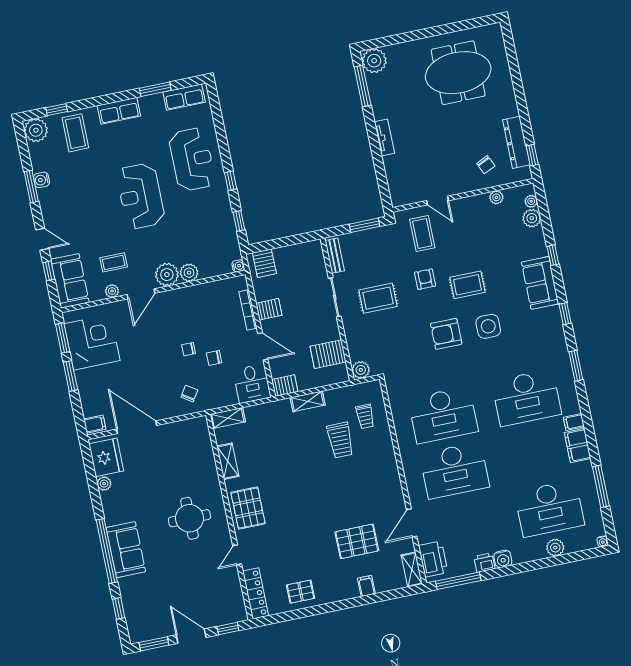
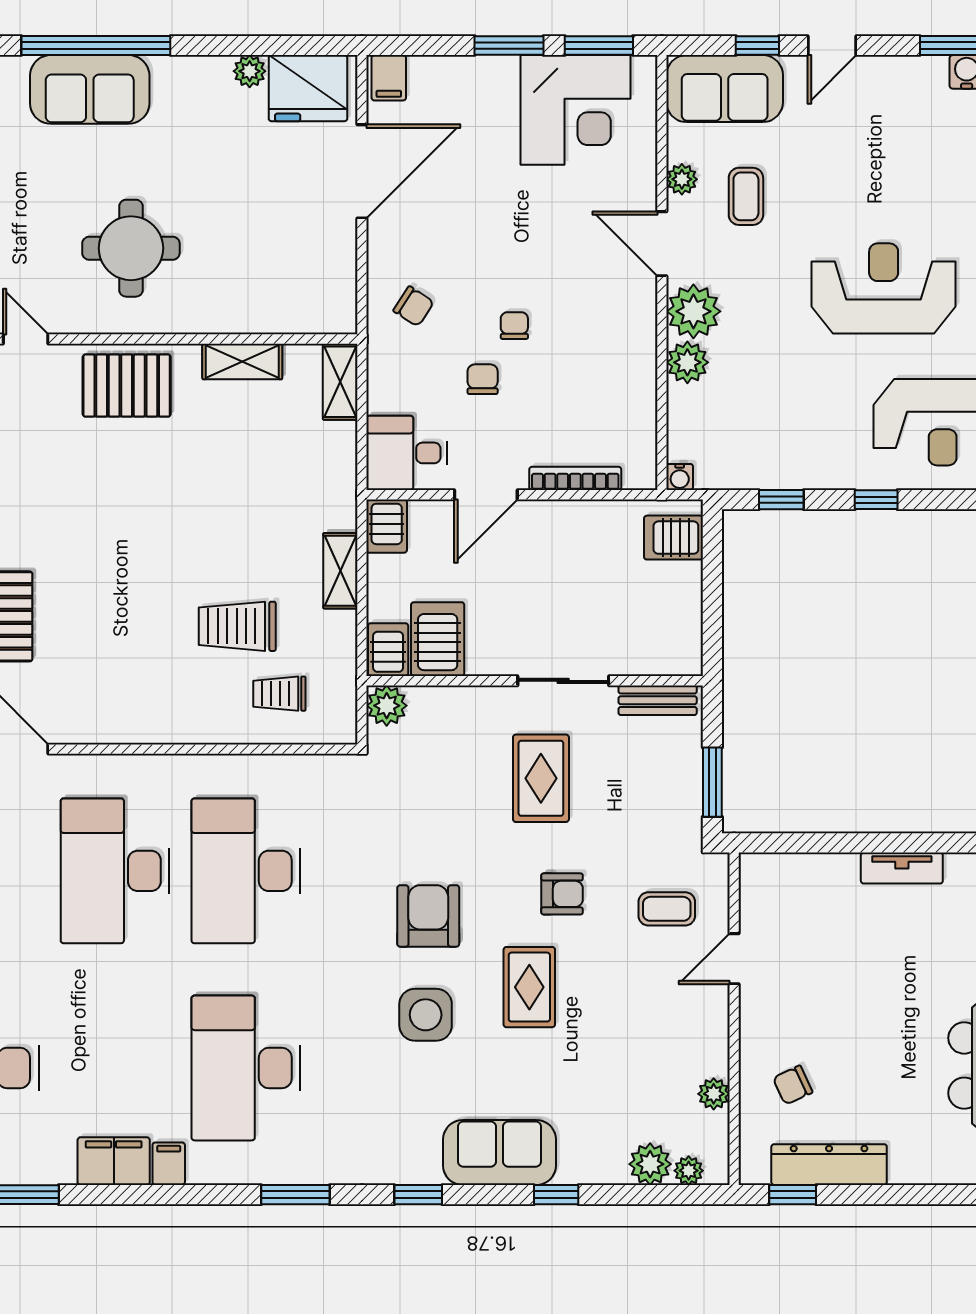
coffee table: (422, 233) -> (667, 909), width x0.73, depth x0.77
server rack: (269, 309) -> (388, 650), moved, turned 180

